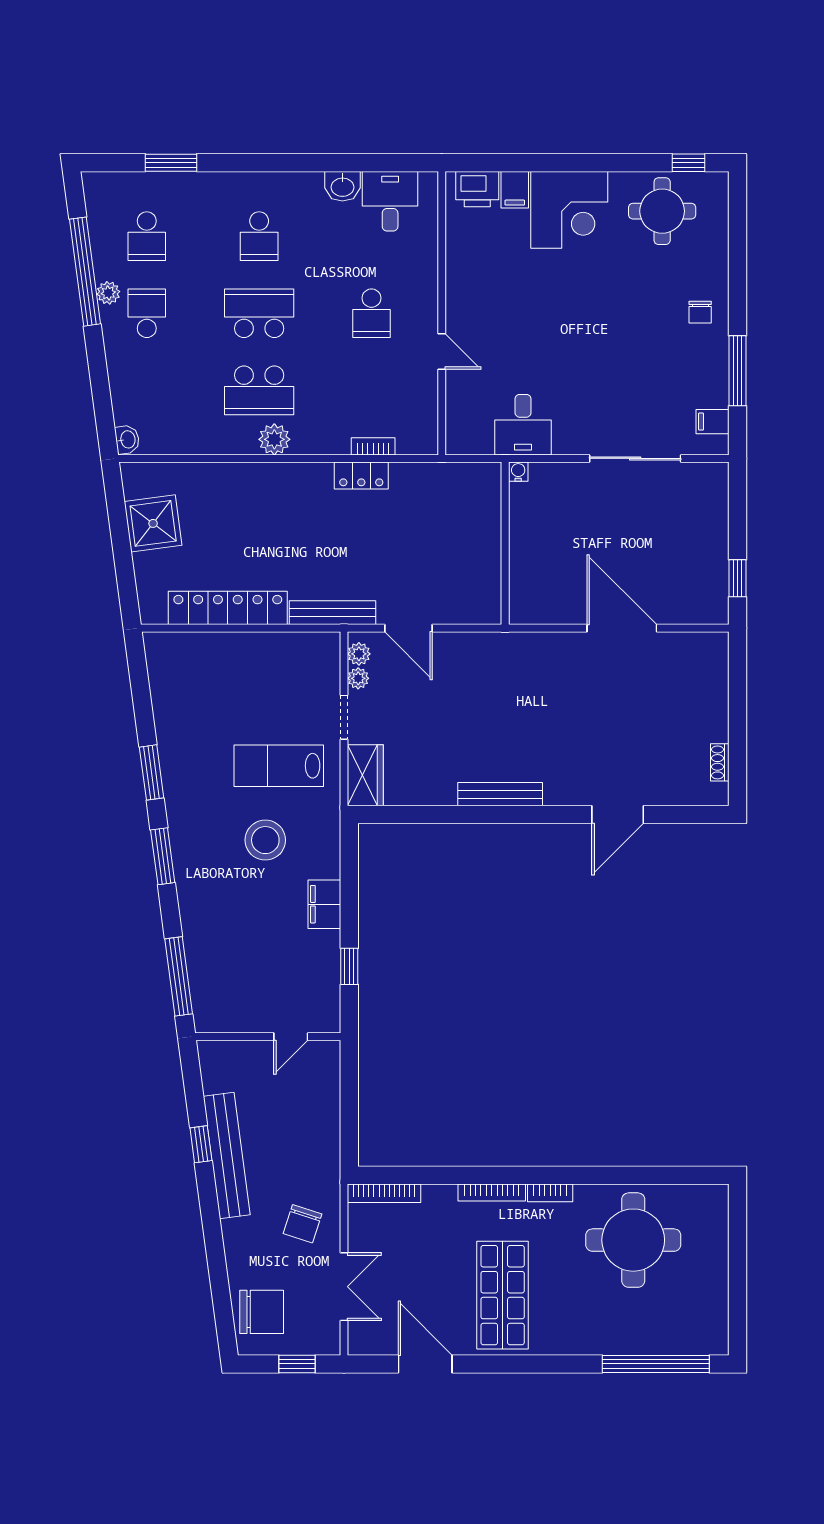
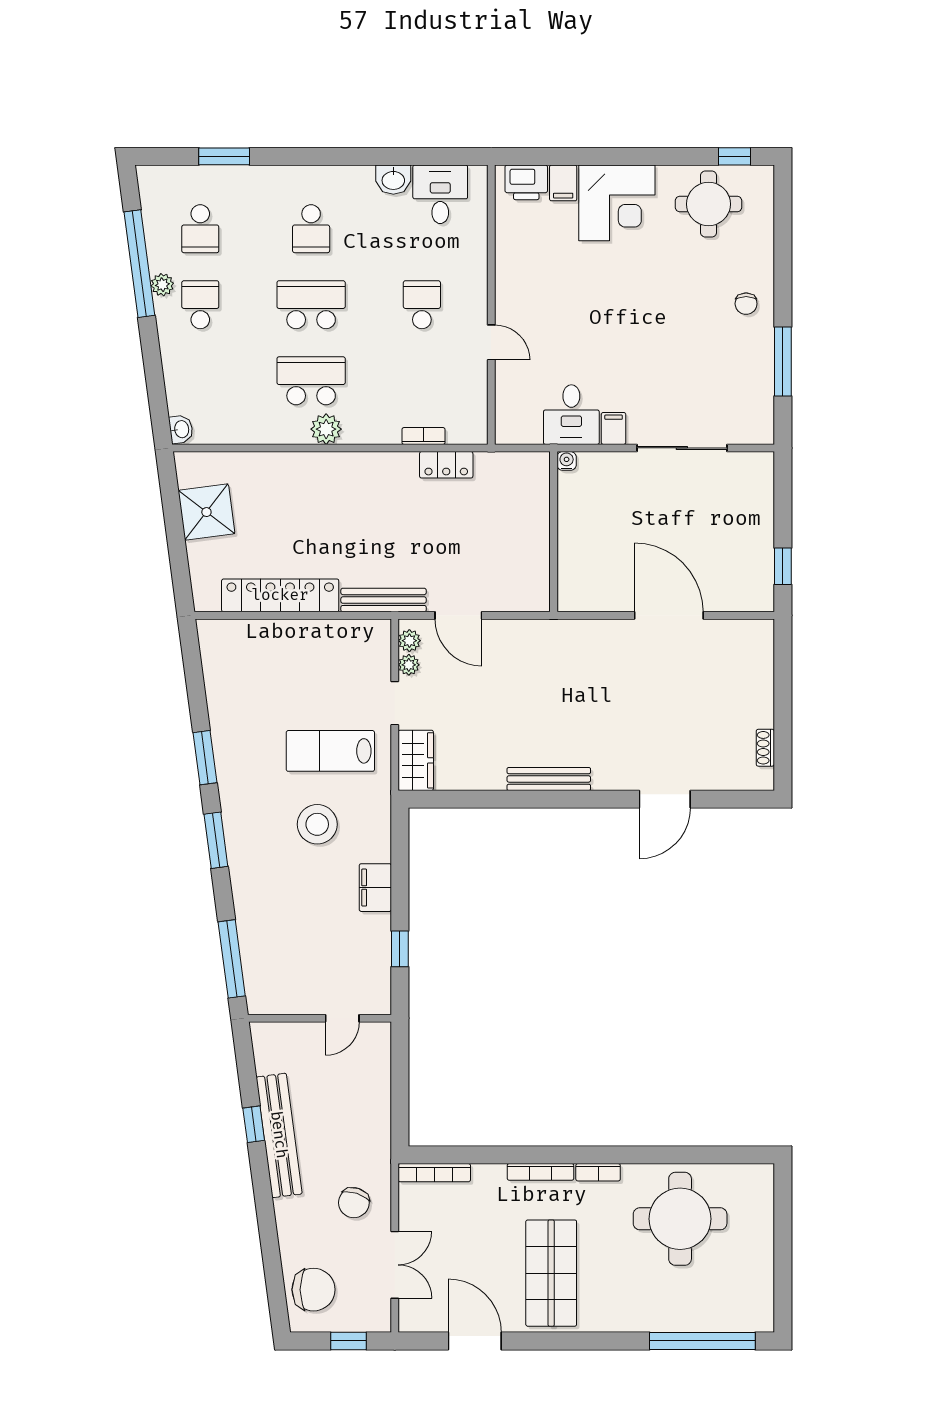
school desk: (371, 313) -> (422, 305), turned 180
school desk: (259, 390) -> (311, 381), turned 180
filing cabinet: (712, 422) -> (614, 428), moved, turned 90
locker: (361, 476) -> (446, 465), moved

